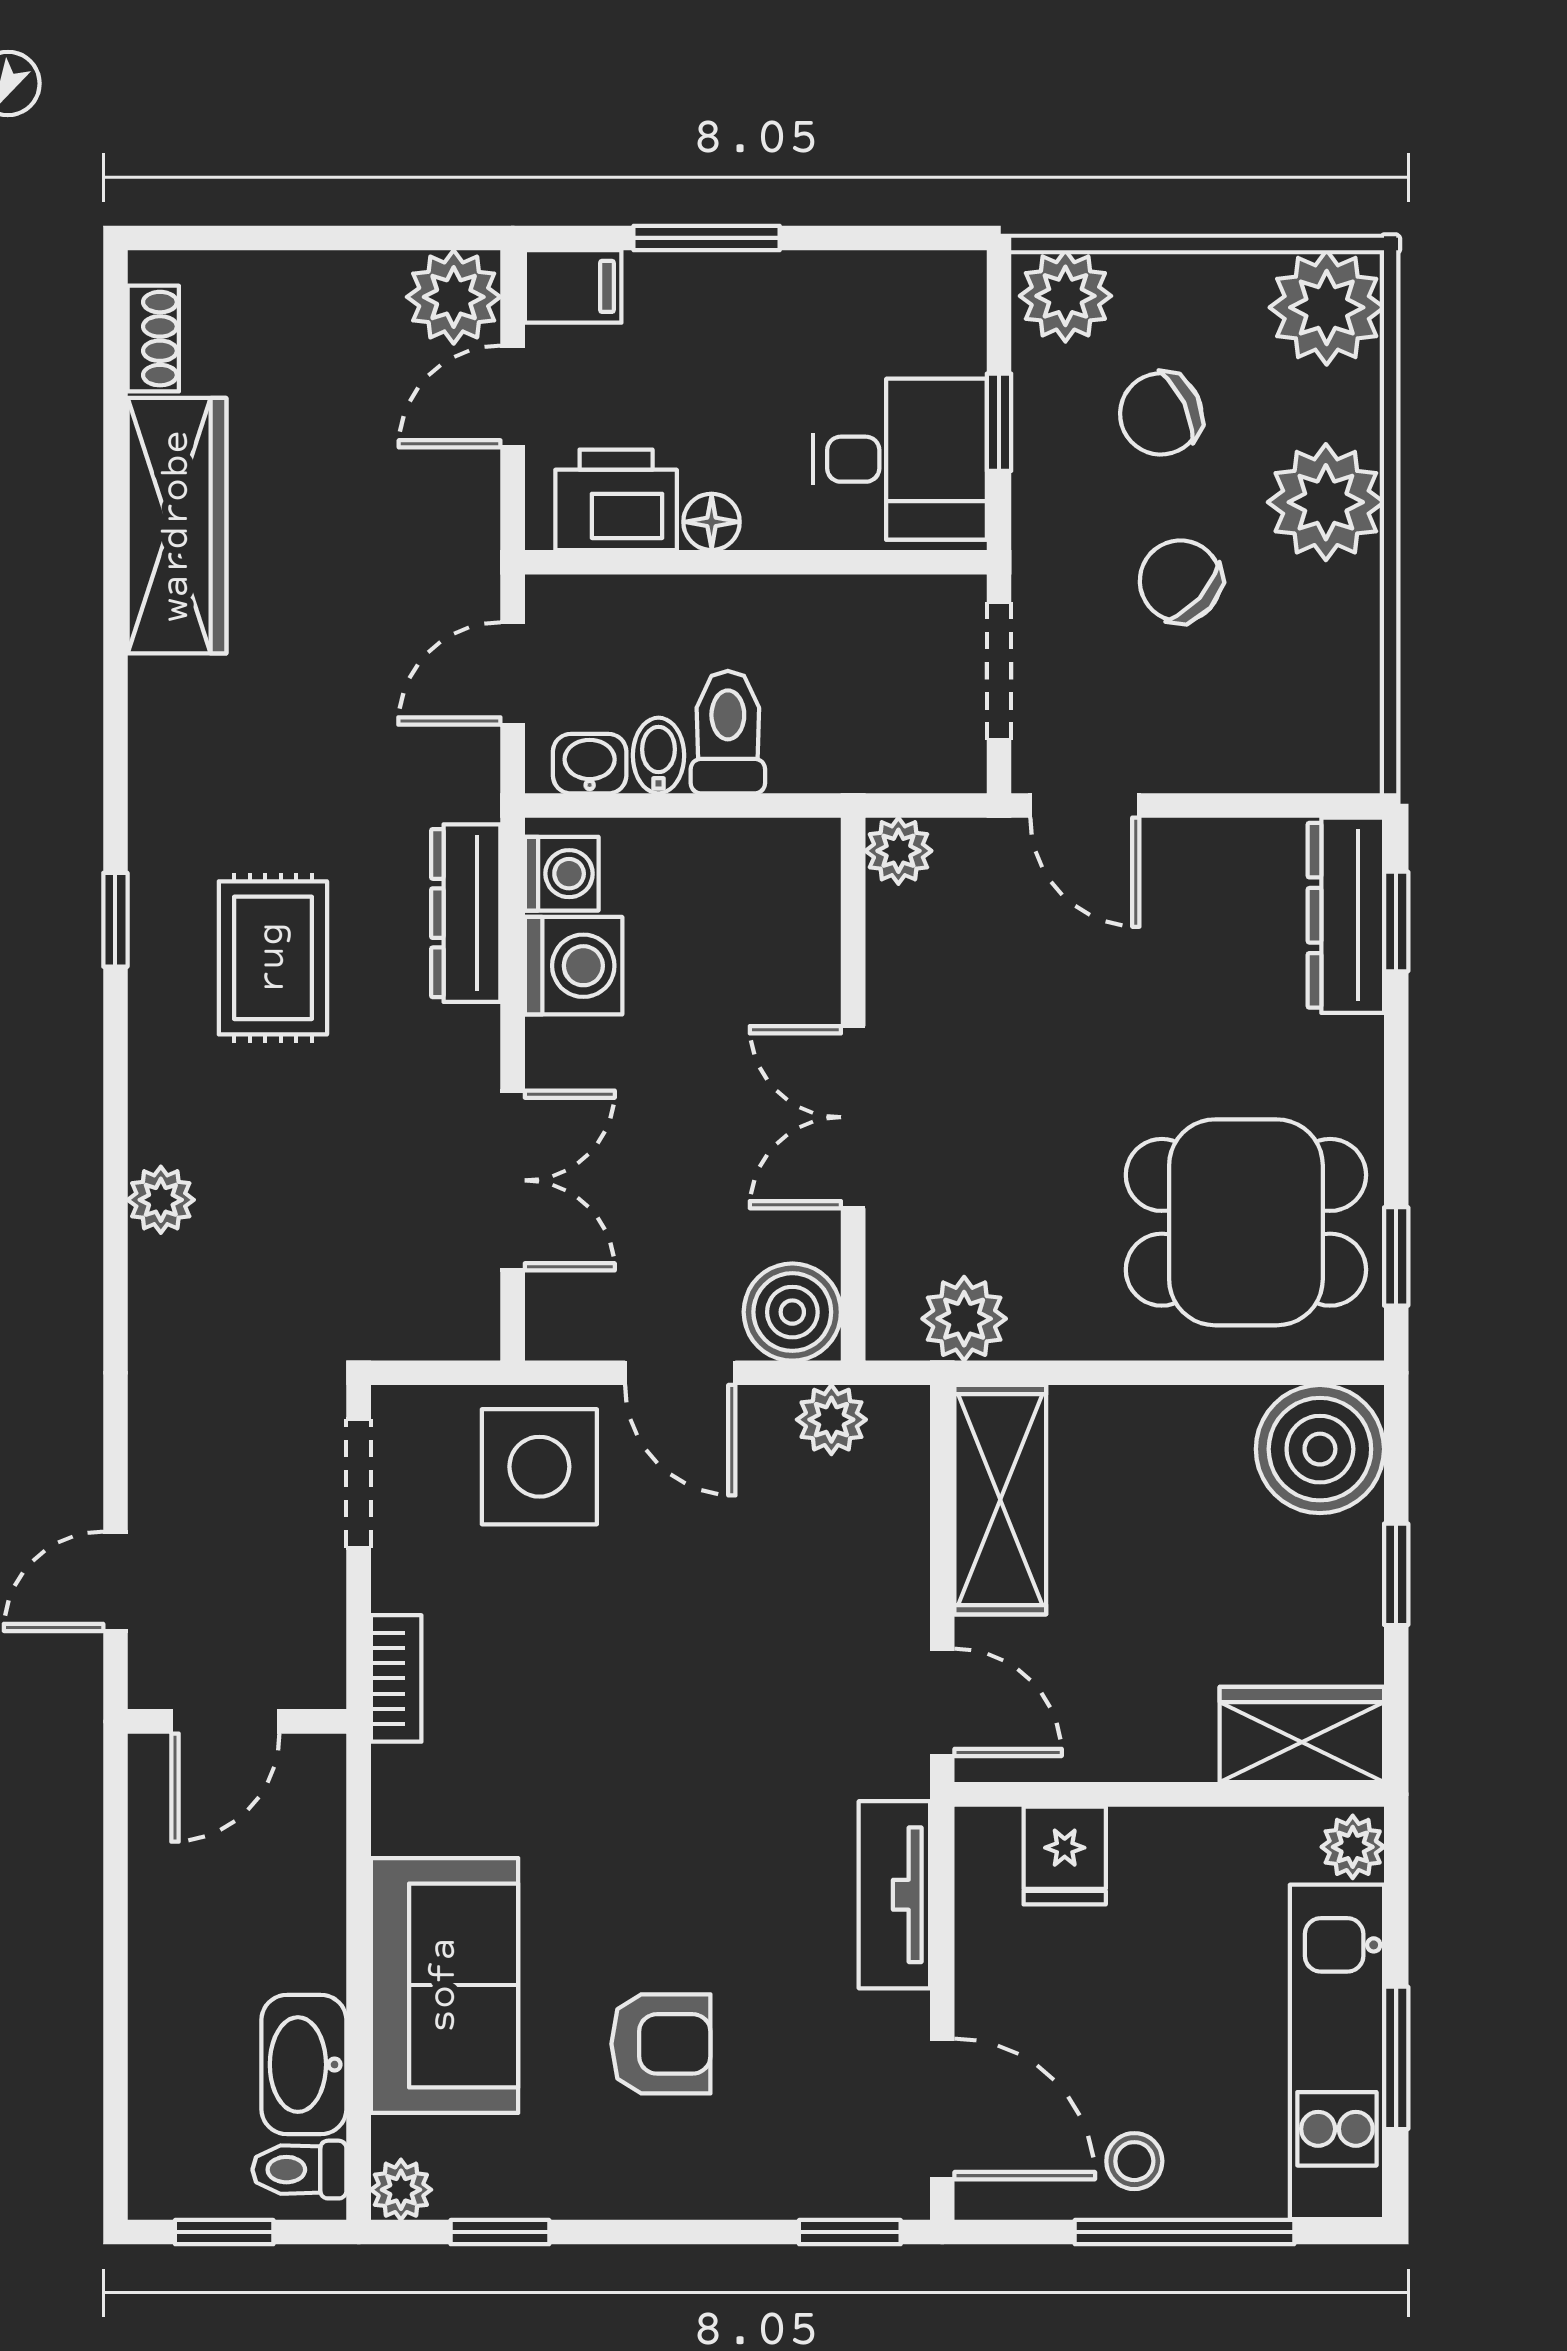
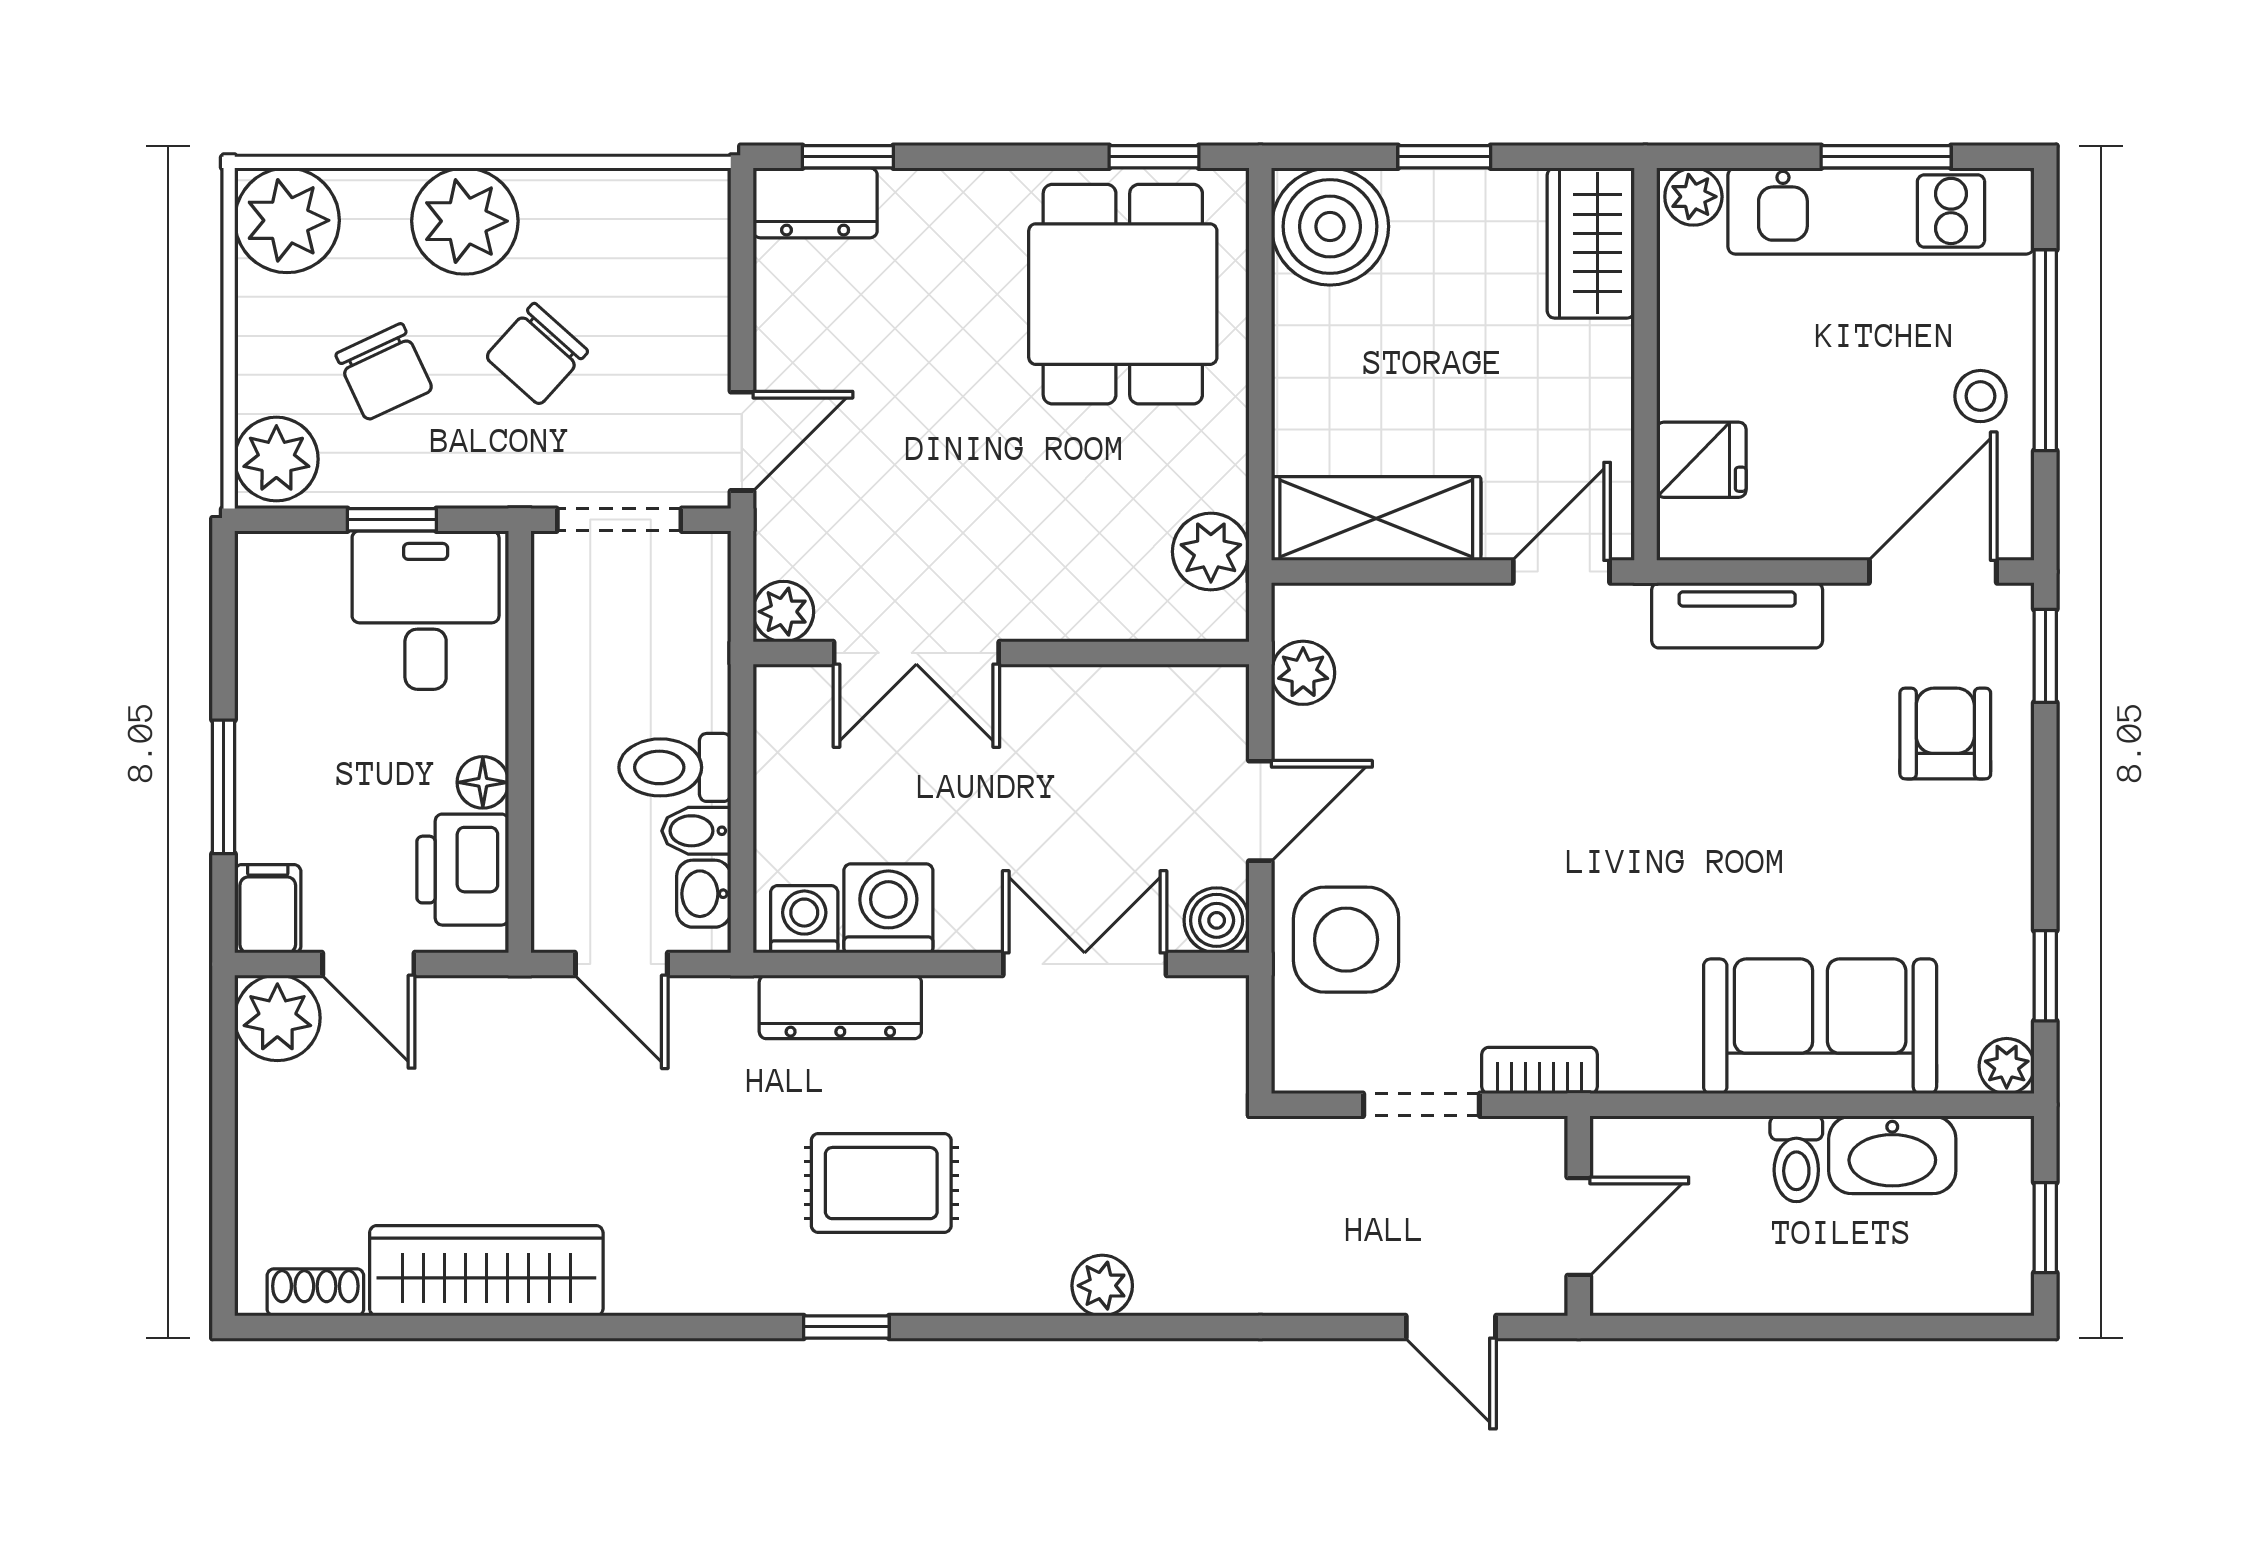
dresser: (1346, 915) -> (815, 203), width x0.70
double door: (853, 1117) -> (916, 653), moved
boiler: (792, 1312) -> (1217, 920), moved, width x0.73, depth x0.73
doorway: (359, 1483) -> (1422, 1105), moved
door: (225, 1721) -> (1579, 1226), hinge flipped
armchair: (661, 2044) -> (1945, 733), moved
toilet: (299, 2170) -> (1796, 1159), moved

